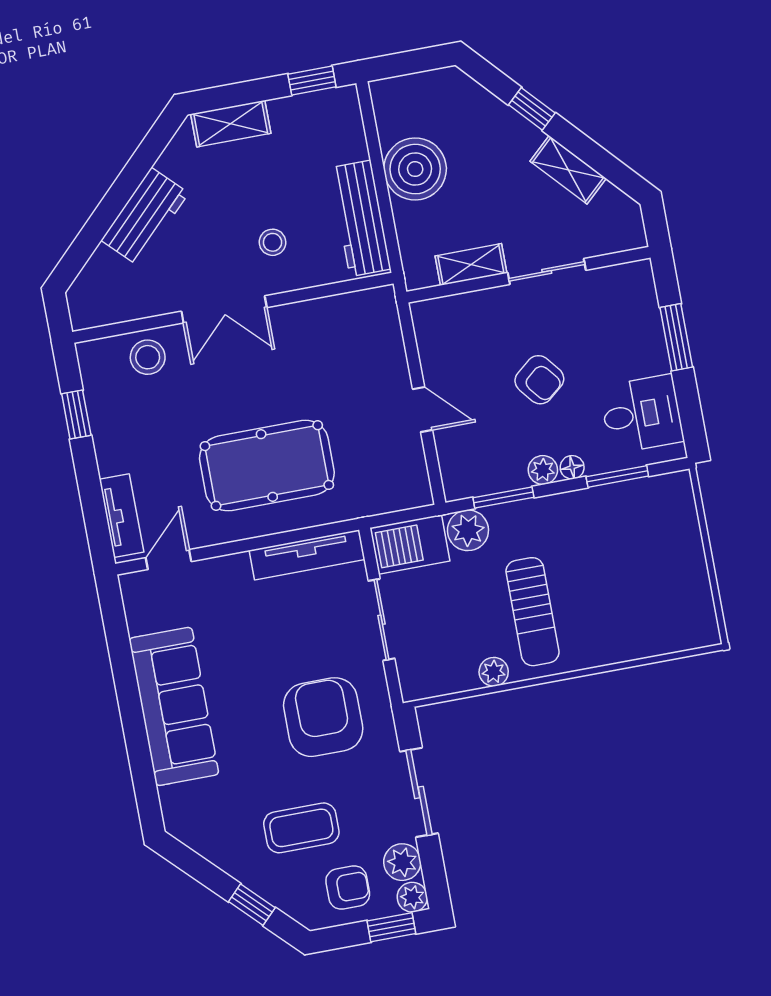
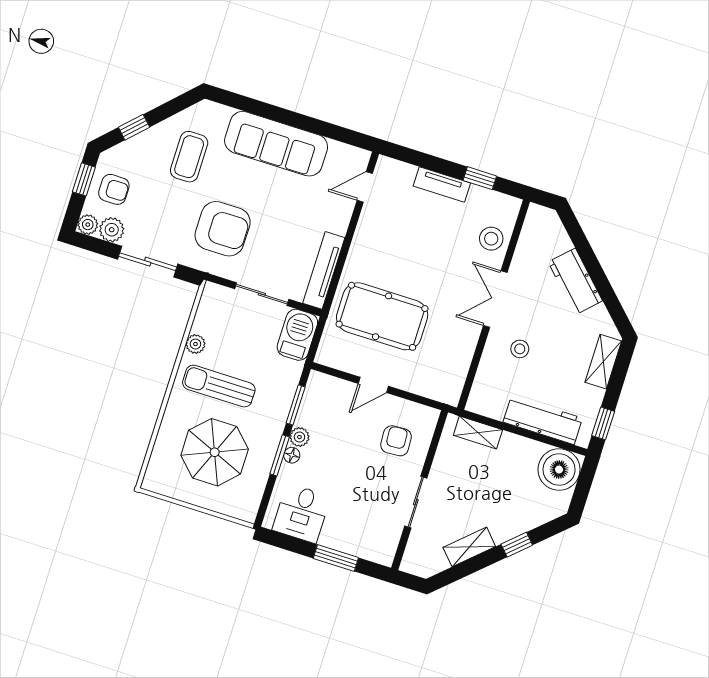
boiler: (415, 169) -> (559, 470), moved
workbench: (360, 218) -> (543, 420), moved
shelving: (471, 265) -> (478, 433), moved, turned 90
armchair: (539, 380) -> (396, 441), moved, turned 126
pool table: (267, 466) -> (382, 316), moved, turned 90
window: (617, 476) -> (280, 455), moved
tv unit: (122, 516) -> (442, 184), moved
plant: (468, 530) -> (287, 374), removed
door: (169, 560) -> (365, 187), swing flipped
parasol: (622, 571) -> (215, 452), added
coffee table: (301, 828) -> (189, 157), moved
armchair: (348, 888) -> (114, 189), turned -90
window: (391, 927) -> (84, 179), moved

